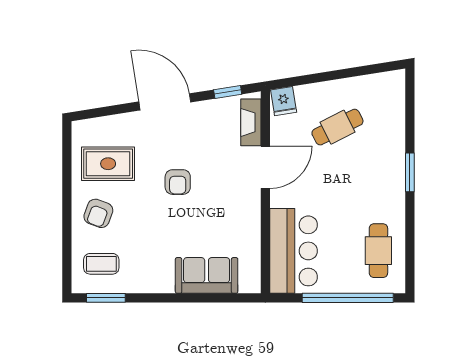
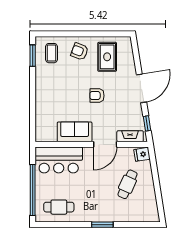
cafe table: (337, 127) -> (127, 184), turned 51
door: (265, 167) -> (105, 144), hinge flipped
sofa: (207, 275) -> (75, 132), moved, turned -90

